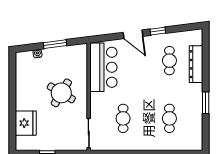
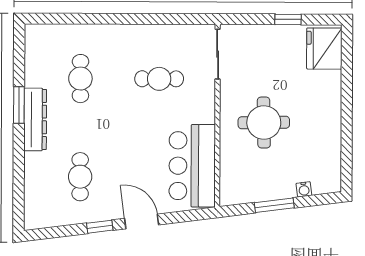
dresser: (196, 64) -> (35, 119), moved
round table: (61, 93) -> (264, 123), turned -32
cafe table: (123, 118) -> (159, 79), turned 90
fridge: (26, 123) -> (324, 49), moved

